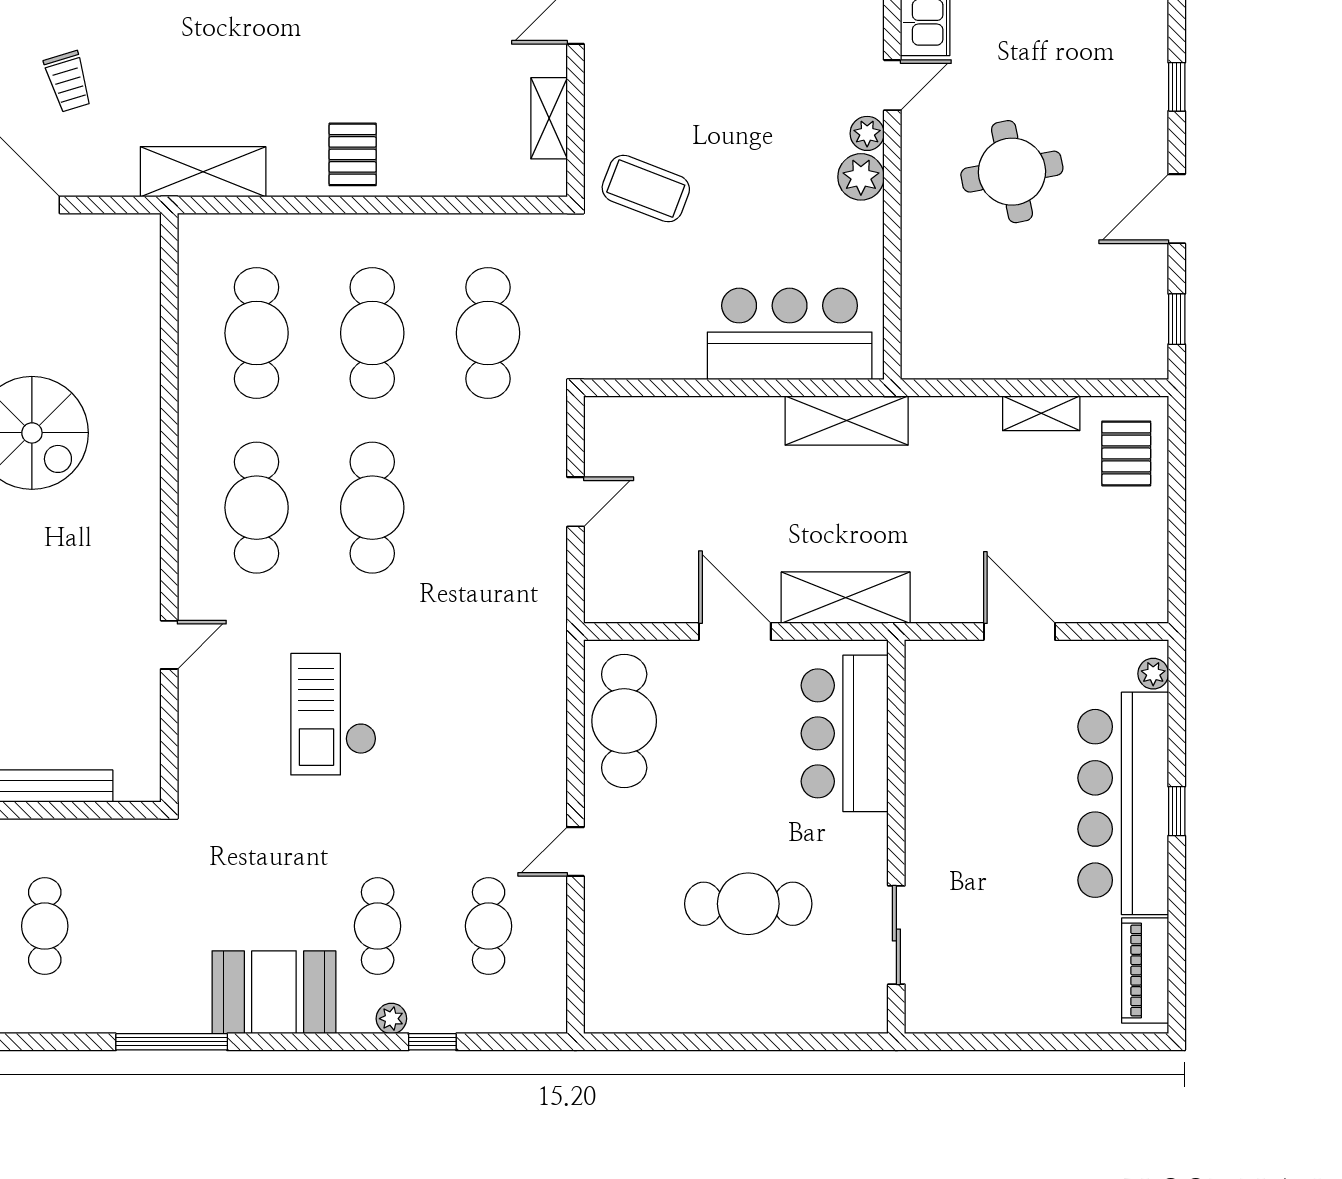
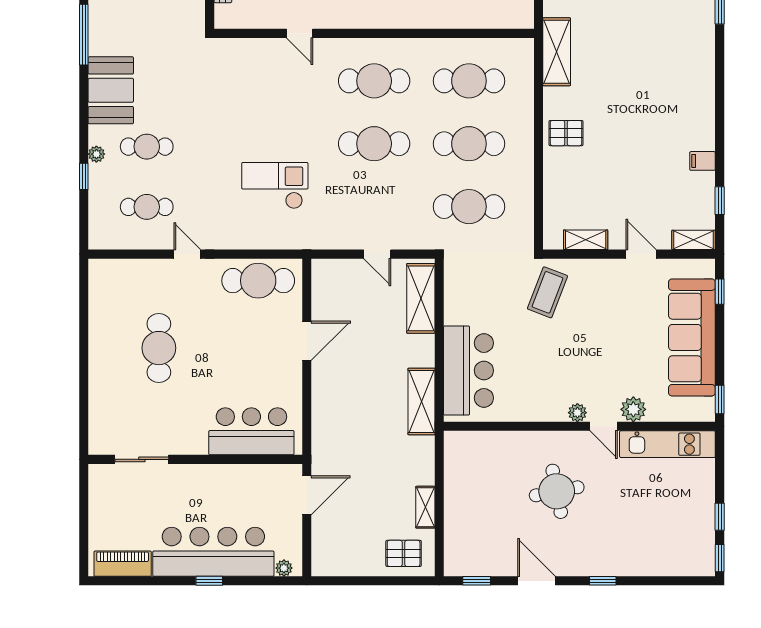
plant: (861, 177) -> (633, 409), moved
shelving: (846, 598) -> (421, 298), moved
checkout: (334, 714) -> (275, 186), moved
bar counter: (845, 733) -> (251, 431), moved
wall: (896, 837) -> (195, 459), moved
sliding door: (896, 935) -> (142, 459), moved

